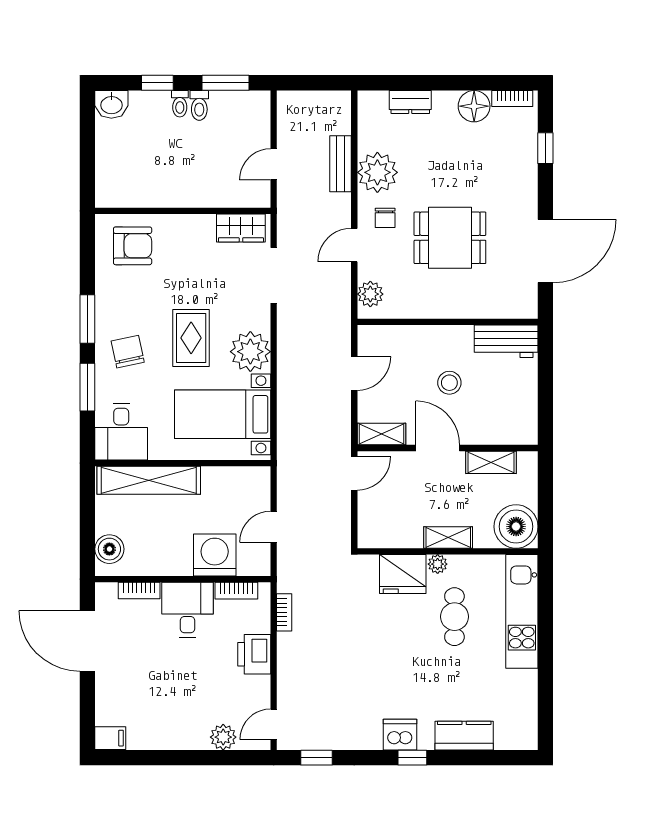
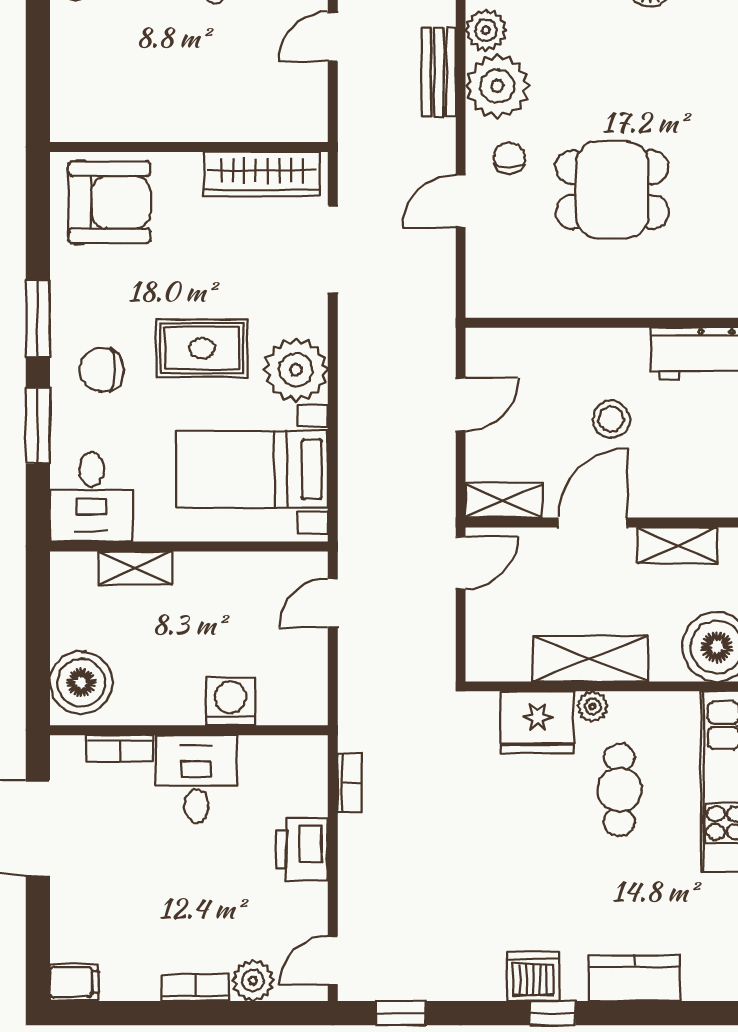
door: (274, 164) -> (333, 37), moved
chair: (385, 218) -> (509, 158), turned 180
wardrobe: (241, 228) -> (262, 174), width x1.50
armchair: (133, 246) -> (109, 202), width x1.36, depth x1.36
plant: (370, 294) -> (486, 30), moved
rug: (191, 338) -> (202, 348), turned 90
chair: (128, 352) -> (102, 370), turned -78
door: (438, 448) -> (593, 523), hinge flipped
shelving: (149, 480) -> (135, 568), width x0.45, depth x0.75
door: (274, 527) -> (333, 603), moved
shelving: (448, 537) -> (590, 658), width x1.50, depth x1.33
boiler: (109, 549) -> (81, 683), width x1.37, depth x1.37
washing machine: (215, 555) -> (230, 701), width x0.73, depth x0.73
bookcase: (236, 591) -> (196, 988), moved, turned 180

